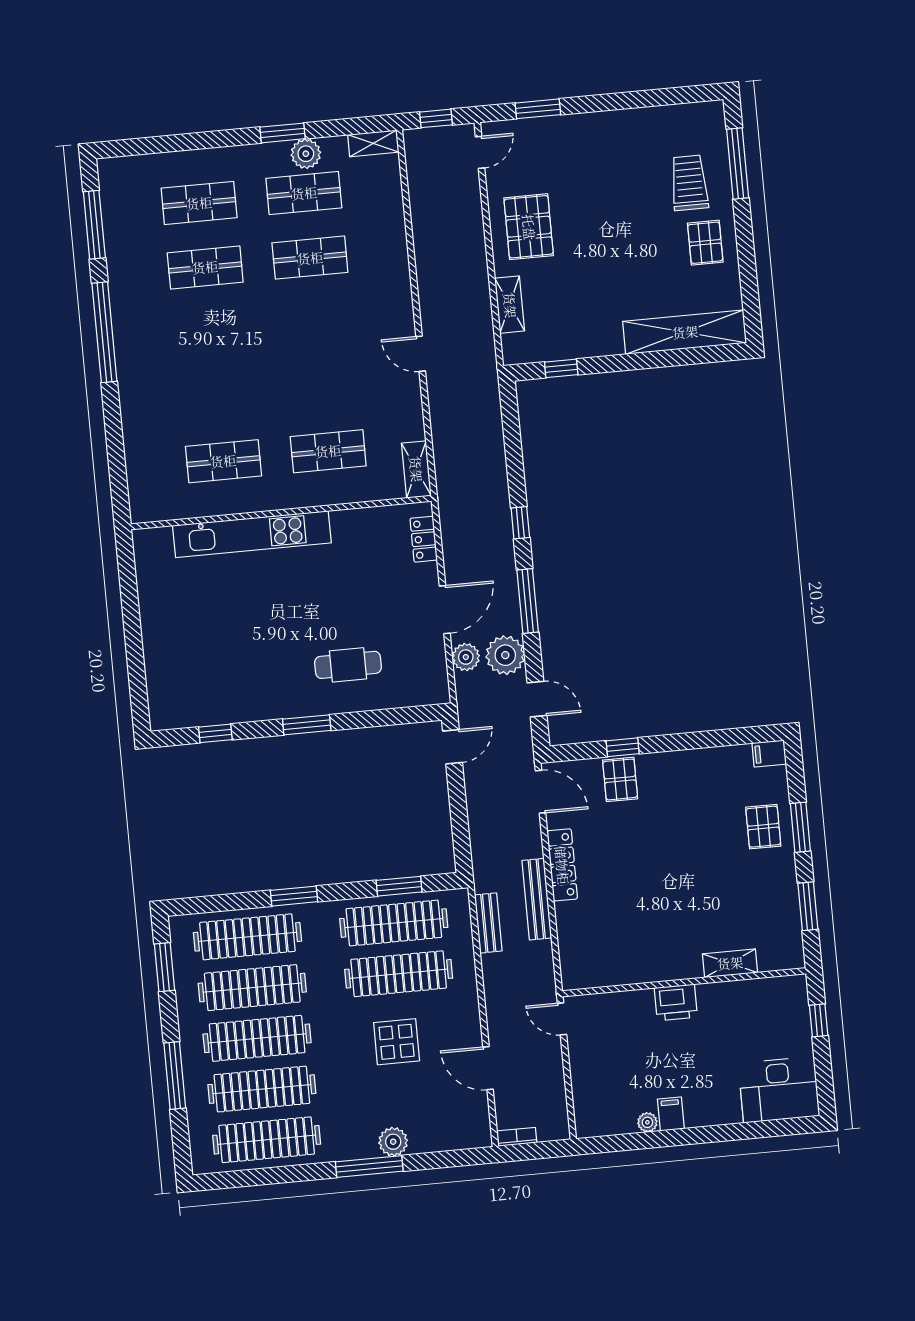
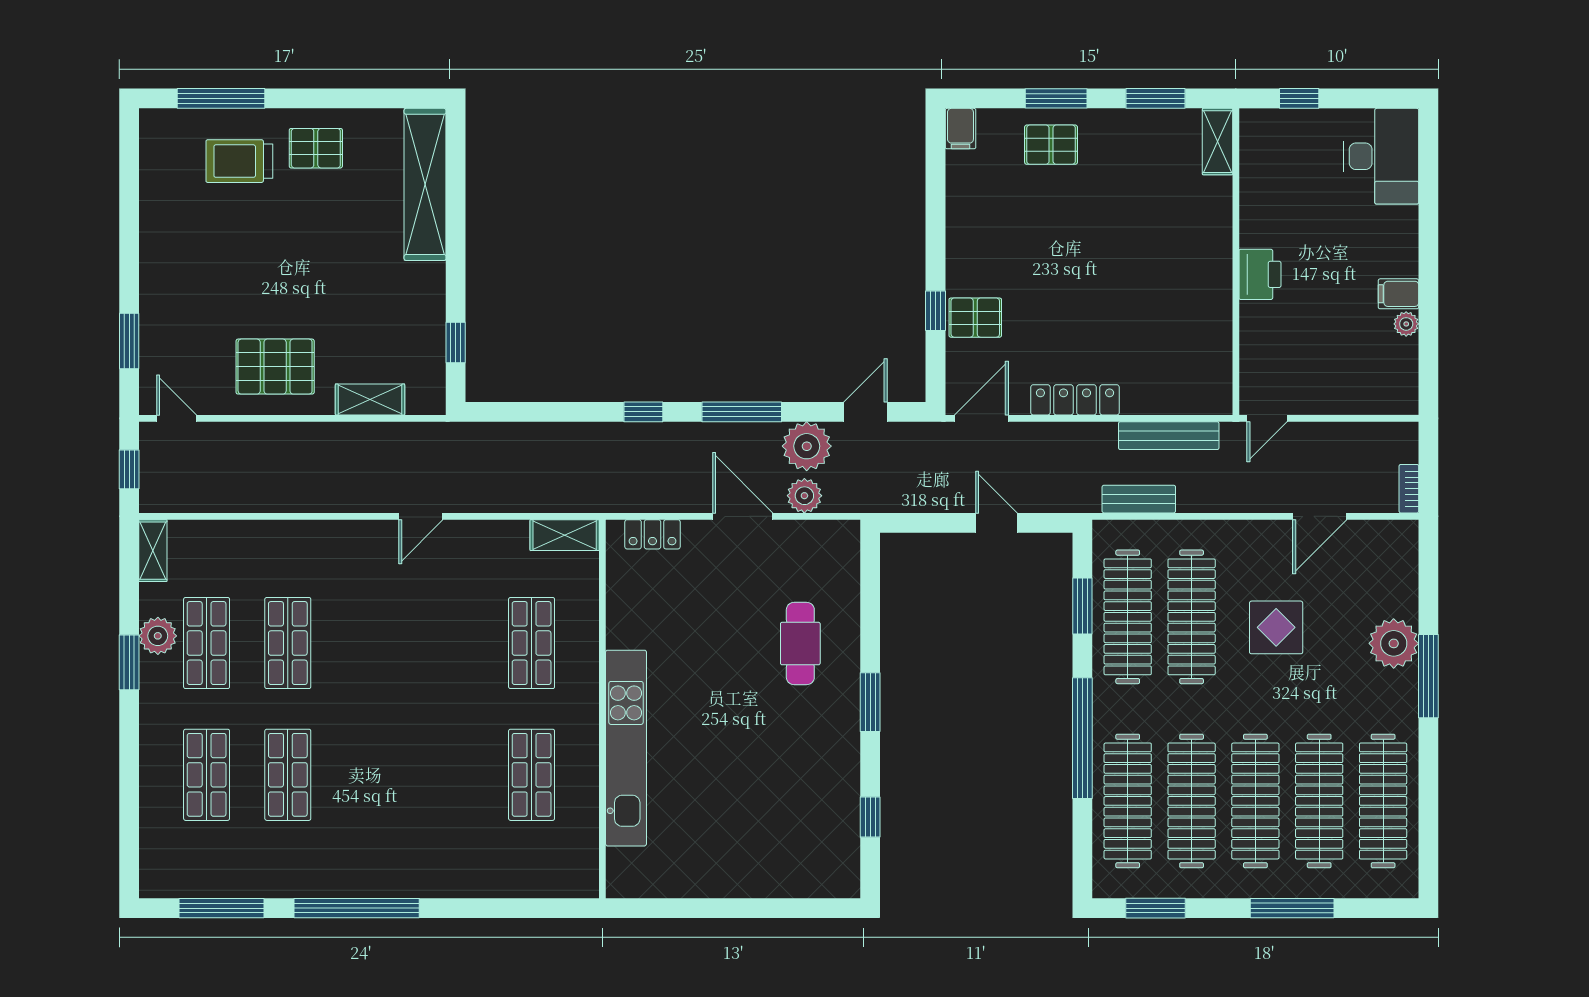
door: (453, 747) -> (996, 523), moved
window: (294, 896) -> (1082, 738), width x2.11
bench: (537, 899) -> (1169, 436), moved
shelving: (730, 963) -> (1218, 142), moved
plant: (393, 1142) -> (1394, 643), width x1.36, depth x1.36

